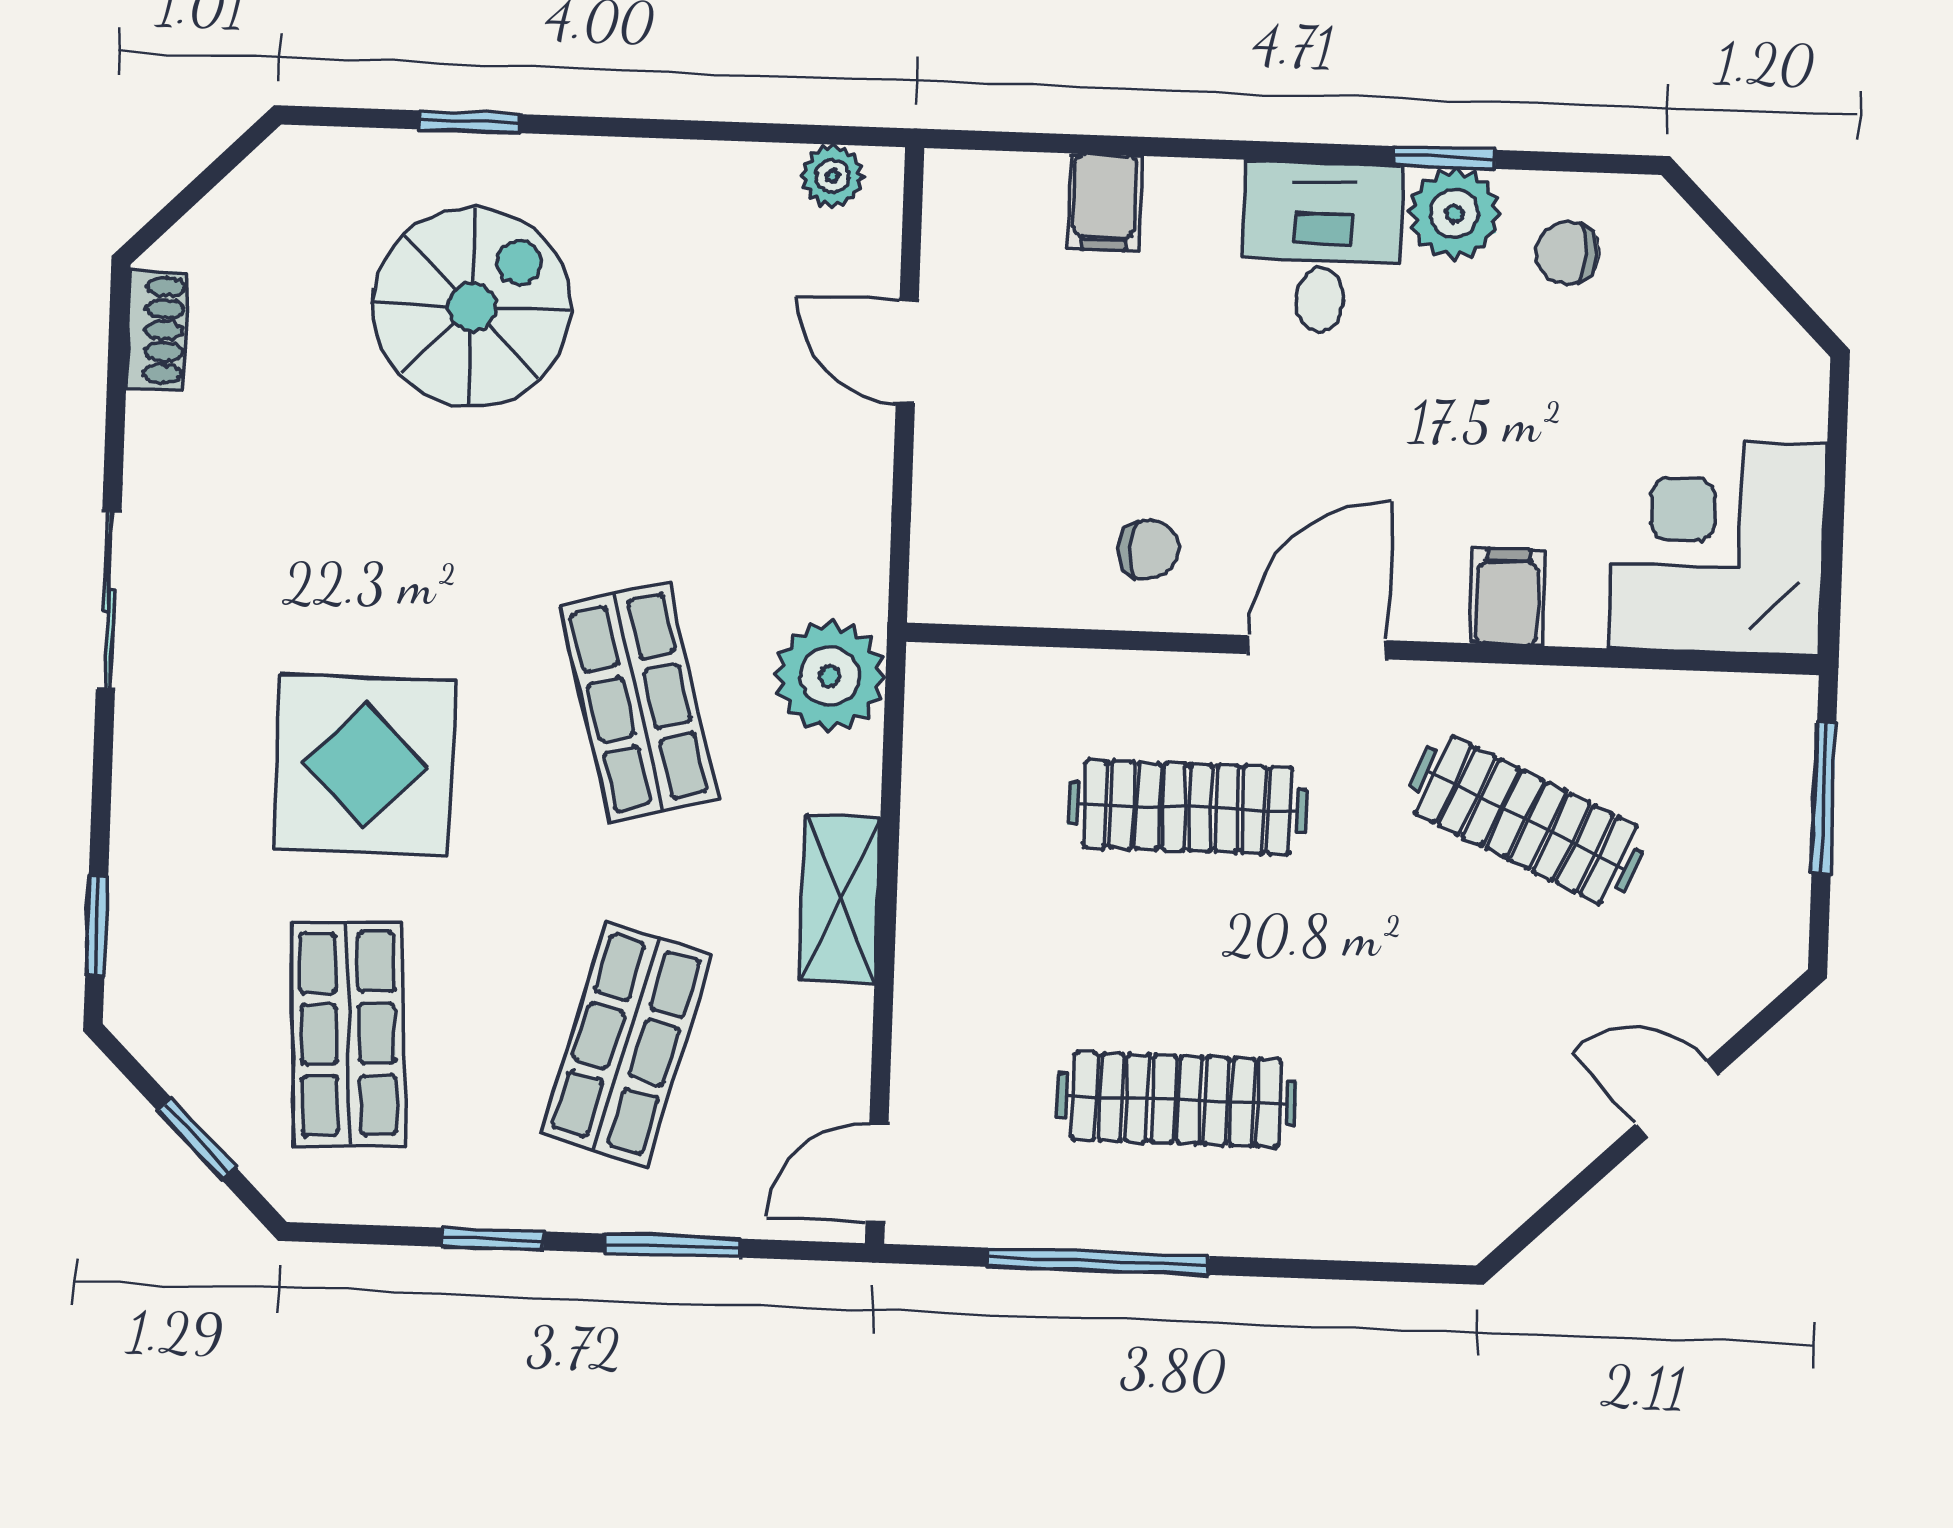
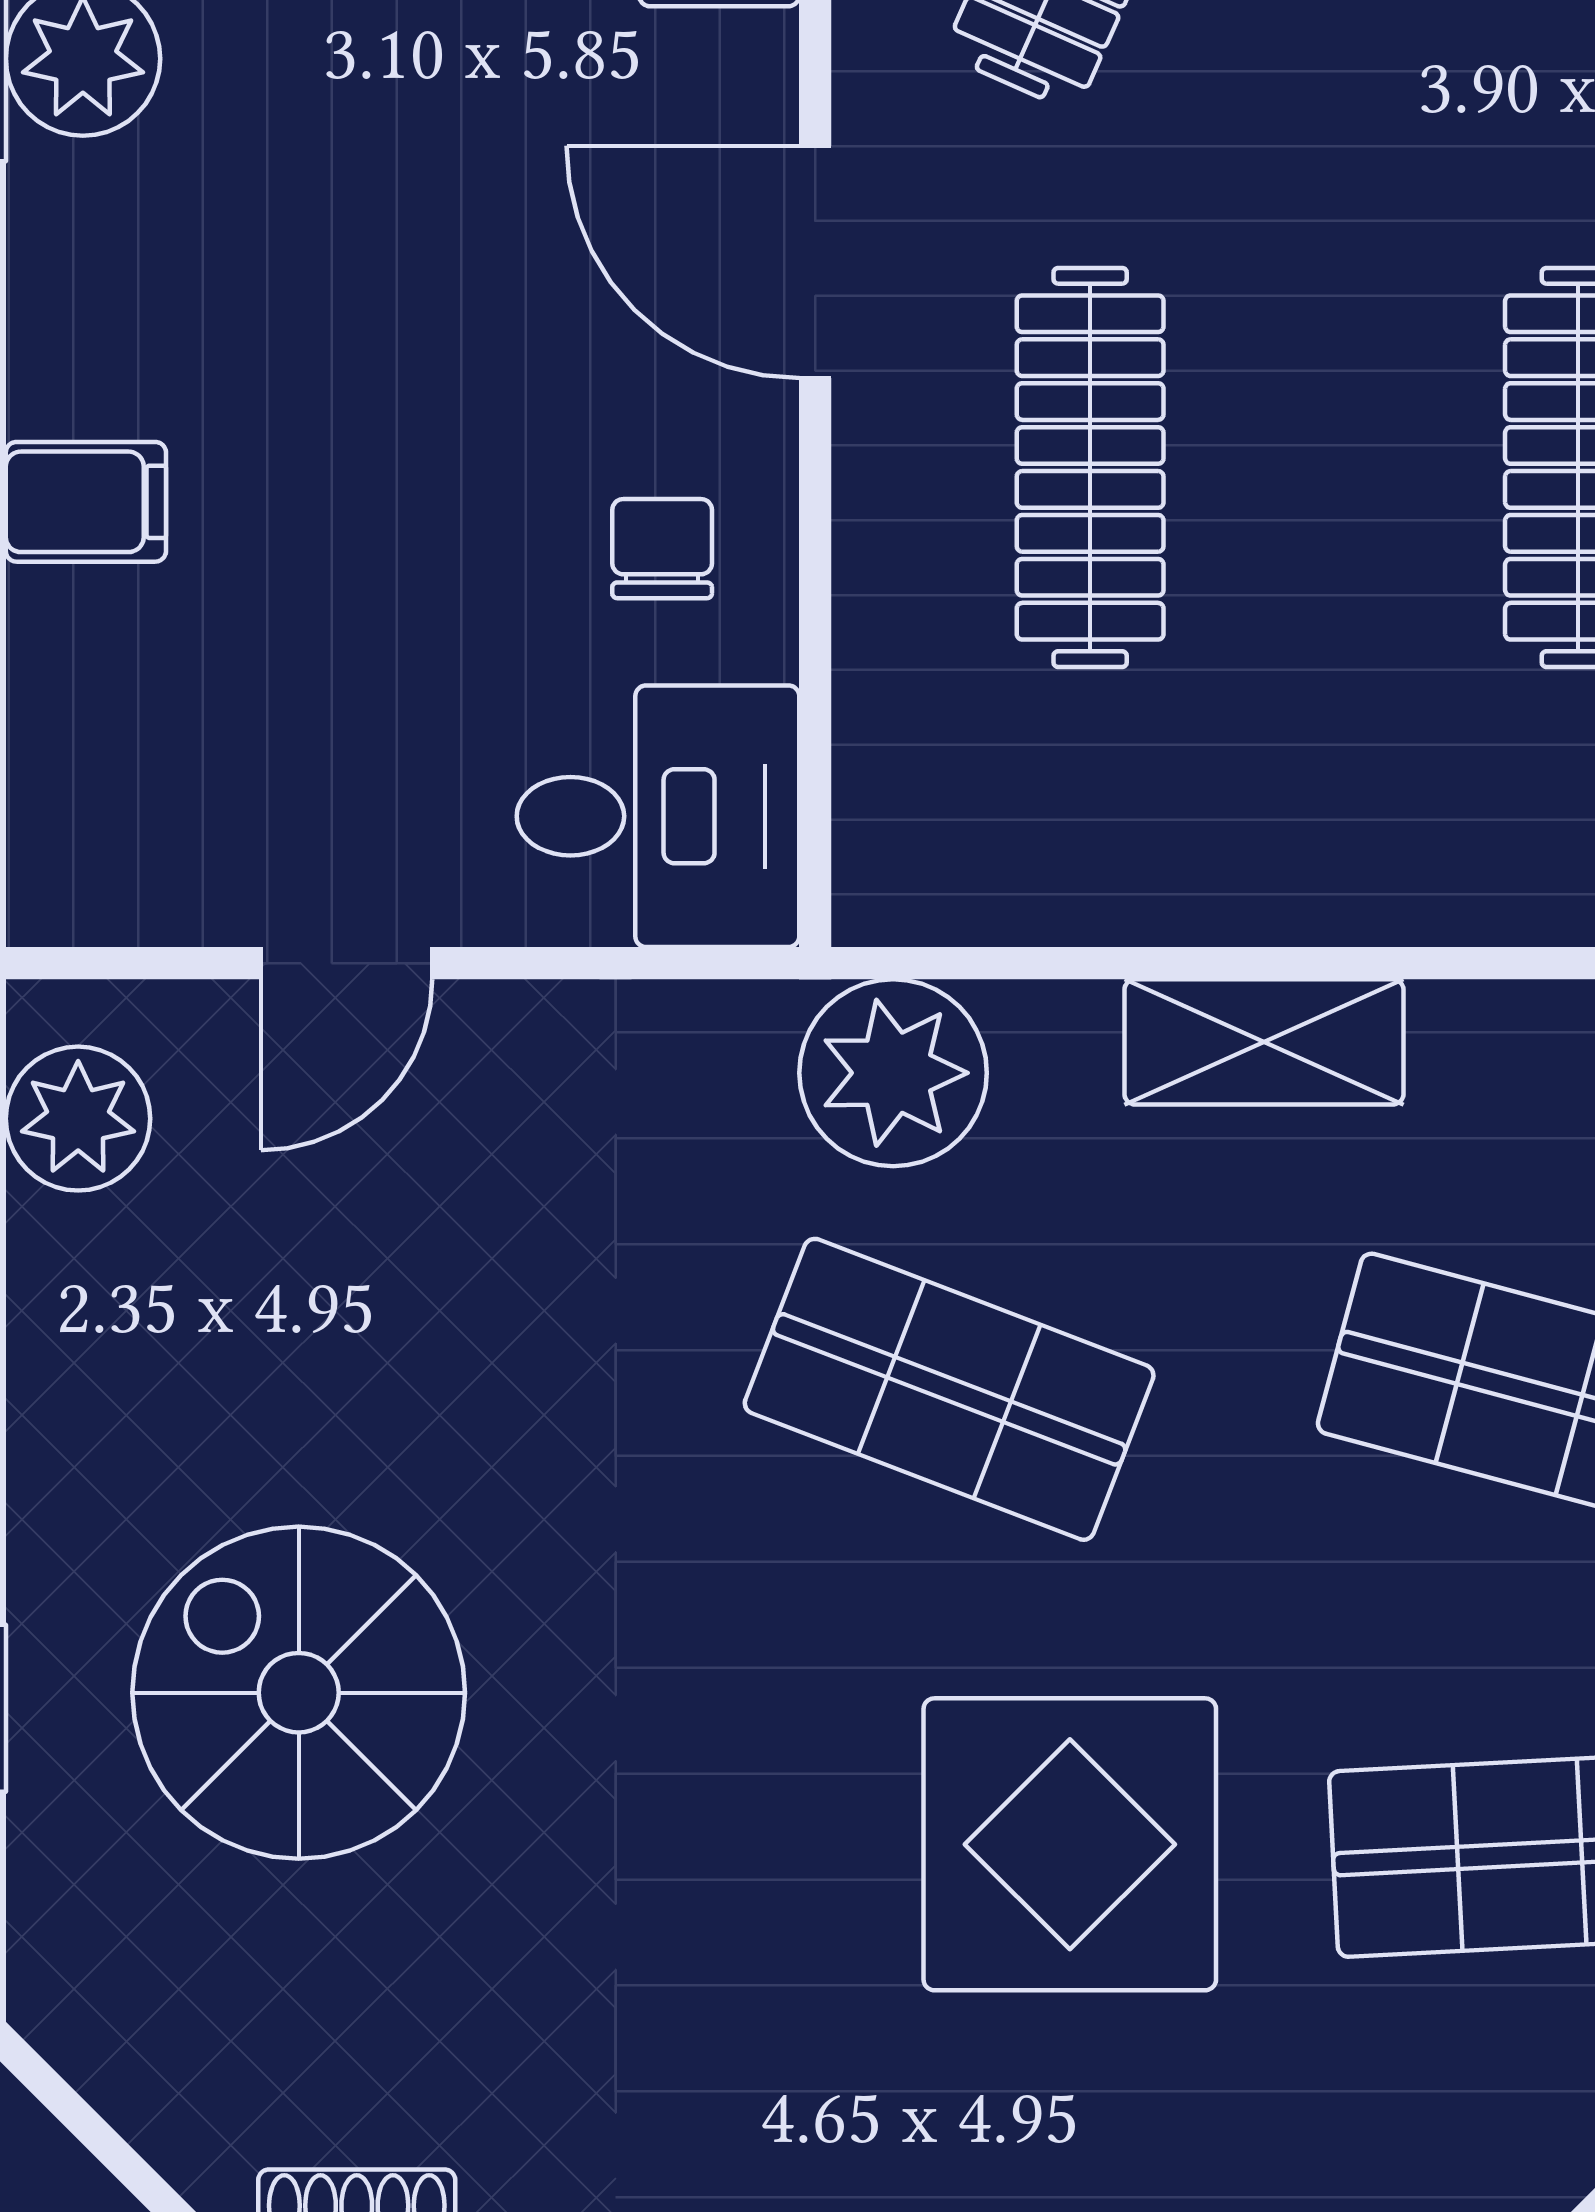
plant: (832, 176) -> (78, 1119), width x1.38, depth x1.38
filing cabinet: (1105, 203) -> (86, 502), moved
desk: (1322, 247) -> (658, 816), moved, turned 180
shop shelf: (639, 703) -> (949, 1389), turned 36

